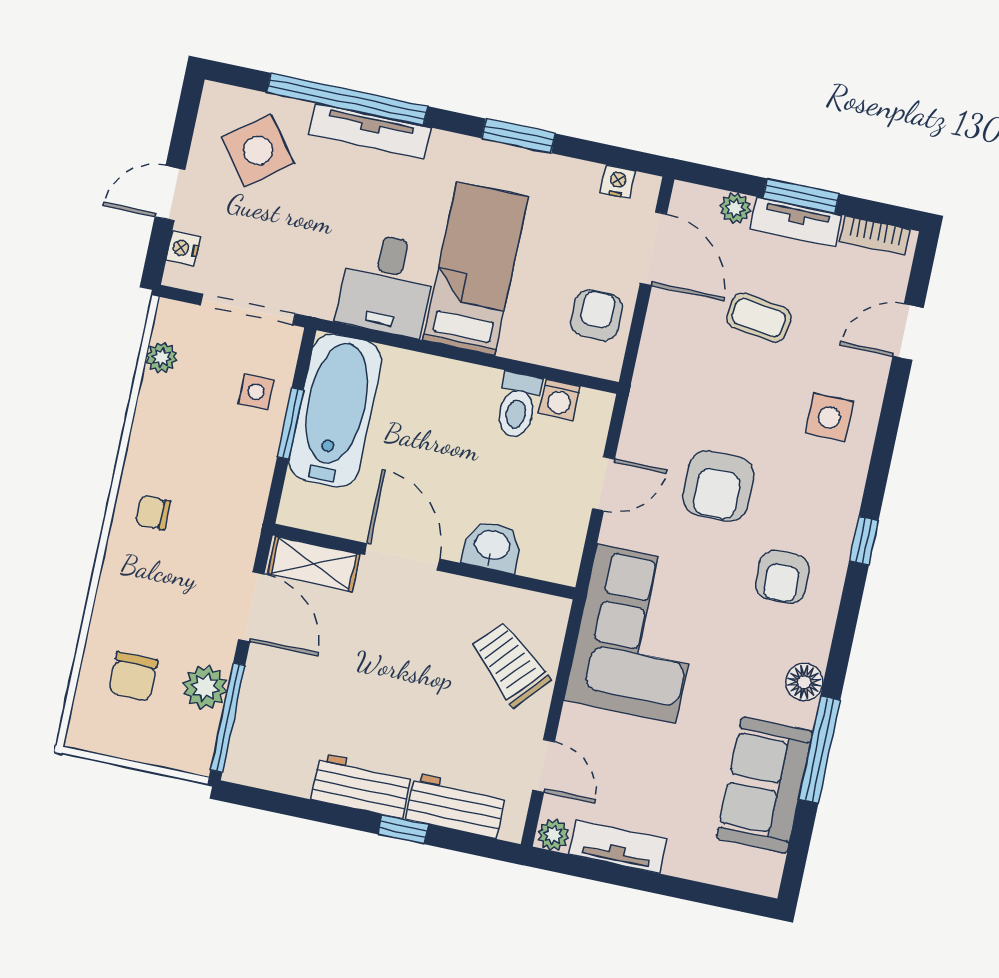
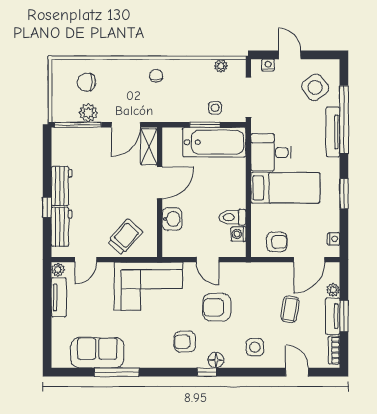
floor lamp: (804, 682) -> (216, 360), moved

